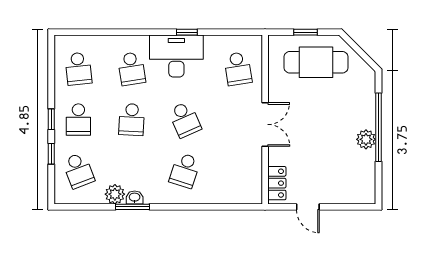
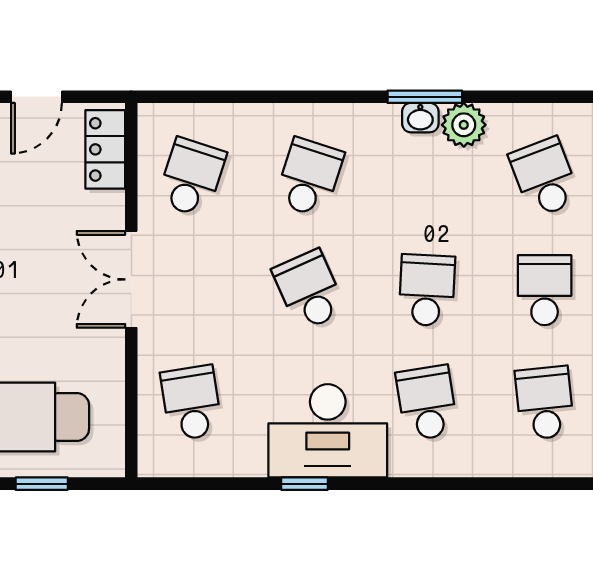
school desk: (238, 170) -> (191, 177), added
door: (308, 207) -> (36, 97), swing flipped

